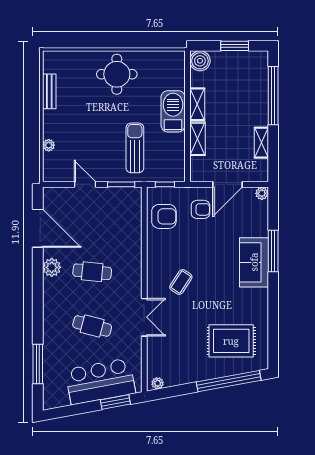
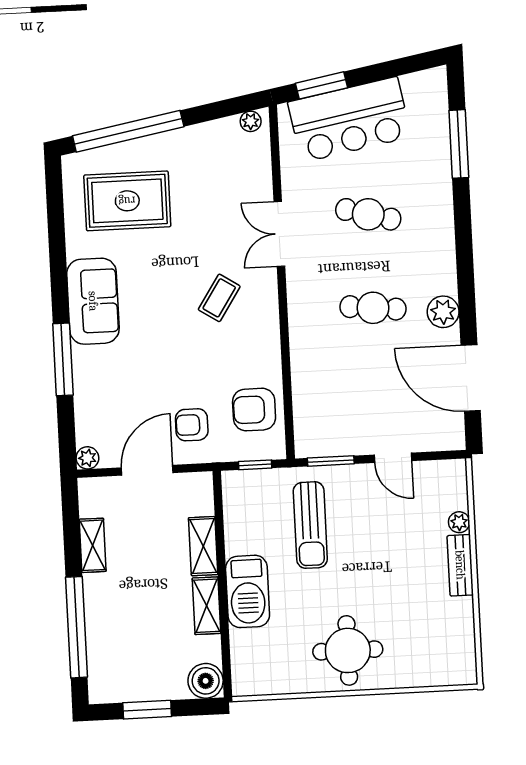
bench: (49, 91) -> (460, 565), moved
sofa: (254, 262) -> (93, 301), moved

